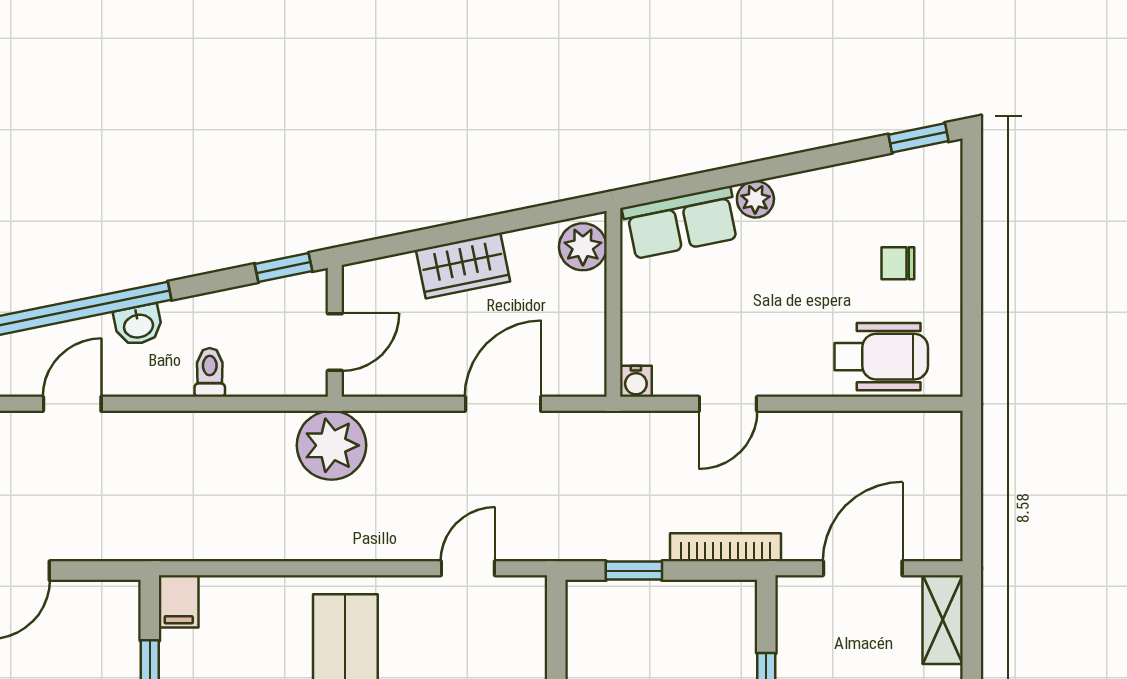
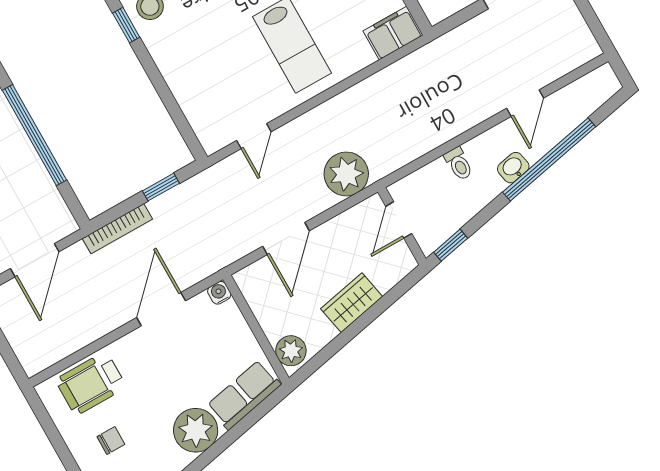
plant: (755, 199) -> (196, 430), width x1.88, depth x1.88
door: (728, 404) -> (161, 309), width x1.38
plant: (331, 445) -> (346, 174), moved
filing cabinet: (179, 601) -> (393, 33), width x2.00

